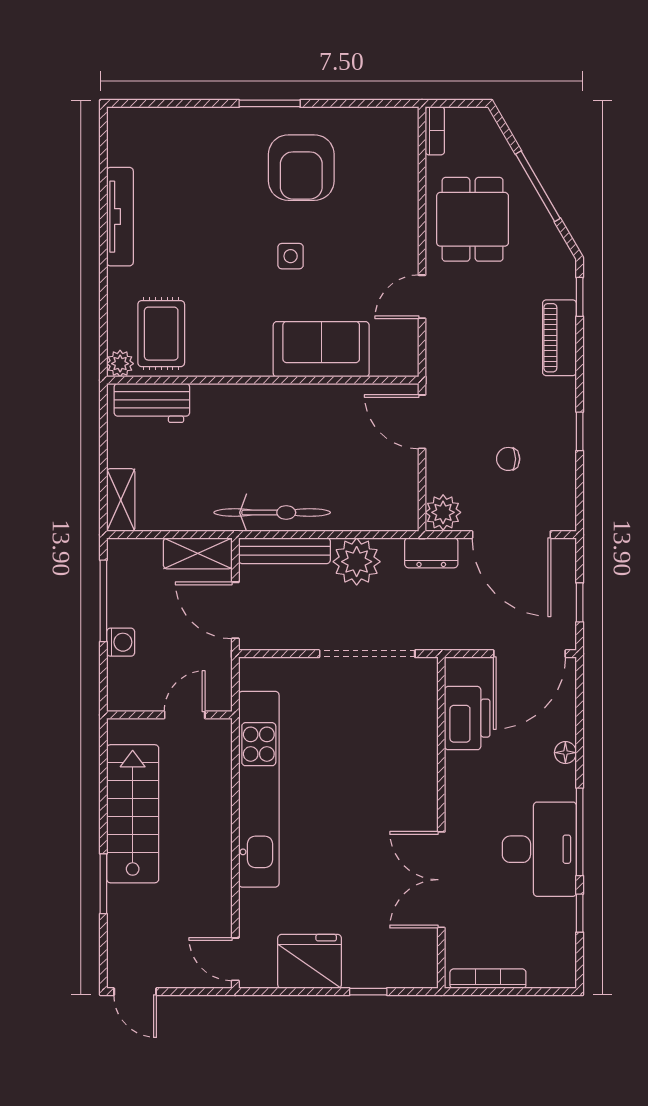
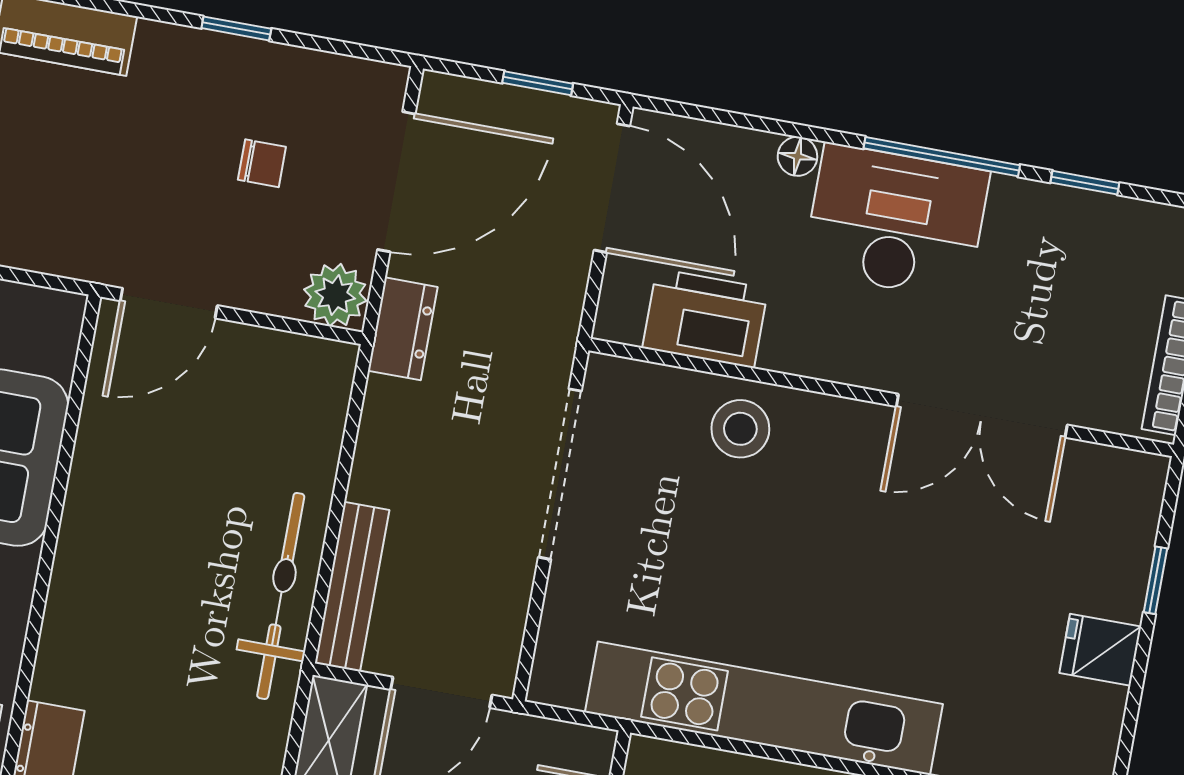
chair: (508, 459) -> (262, 163), turned -90
plant: (357, 562) -> (394, 463), removed
stool: (410, 748) -> (740, 429), added
desk: (539, 849) -> (896, 222), moved
fridge: (310, 961) -> (1100, 650), width x0.53, depth x0.75

